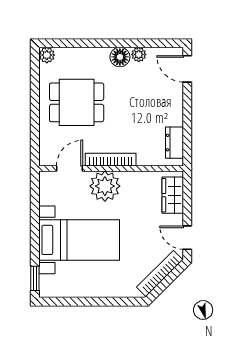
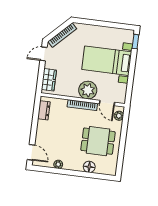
plant: (47, 55) -> (119, 116), moved
floor lamp: (120, 57) -> (89, 167), moved
door: (70, 168) -> (107, 103), hinge flipped
door: (187, 238) -> (44, 54), swing flipped

